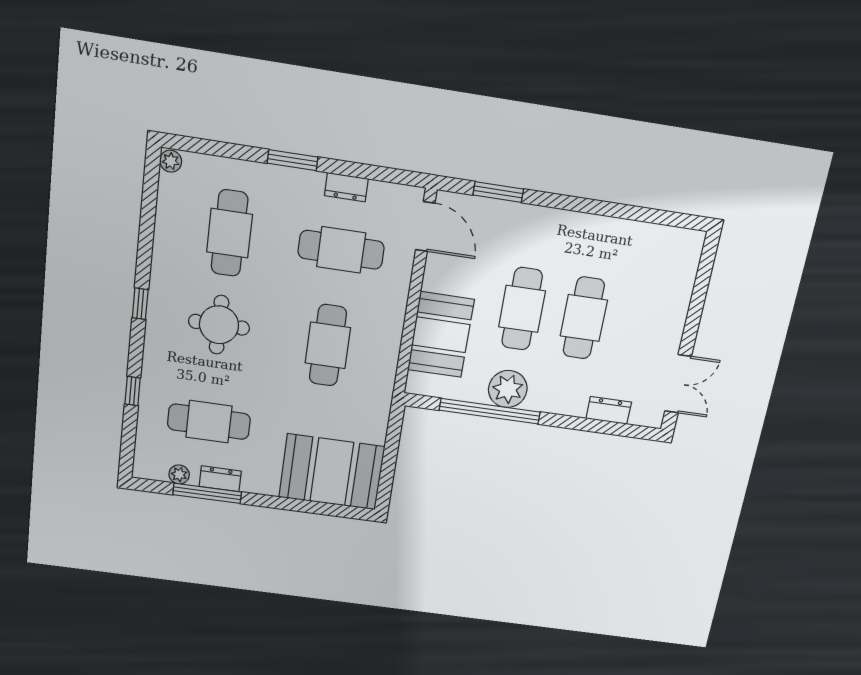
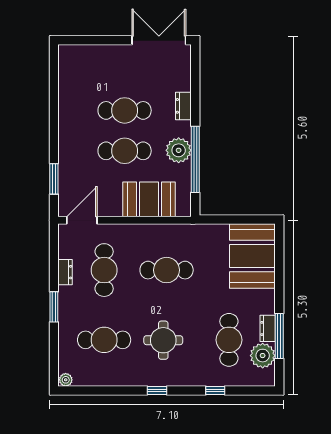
double door: (678, 384) -> (159, 40), width x1.37
dresser: (609, 410) -> (183, 106), moved
plant: (179, 474) -> (263, 356), width x1.88, depth x1.88

